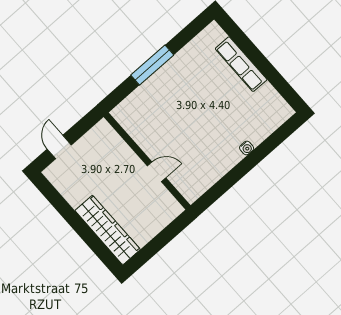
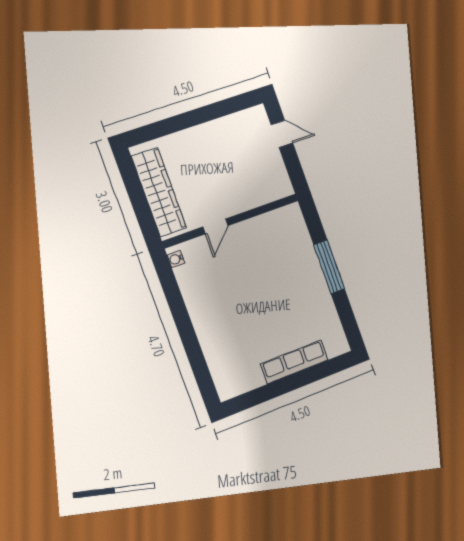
water cooler: (247, 148) -> (176, 259), moved
wardrobe: (108, 230) -> (159, 192), moved, turned -90

